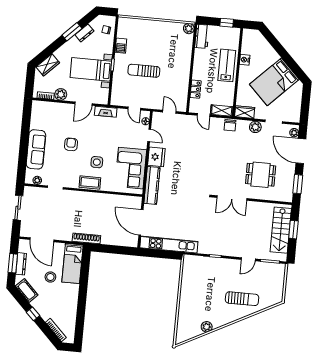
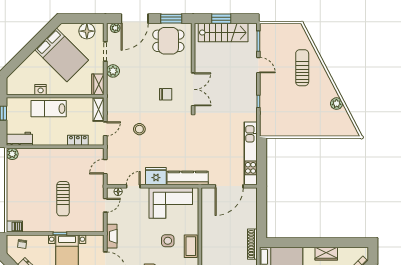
barbecue: (121, 46) -> (14, 226), moved
floor lamp: (294, 107) -> (87, 31), added
chair: (230, 125) -> (166, 94), moved
stool: (200, 146) -> (139, 129), added
dining table: (261, 175) -> (168, 41), moved, turned 90
wardrobe: (71, 305) -> (326, 254), added

